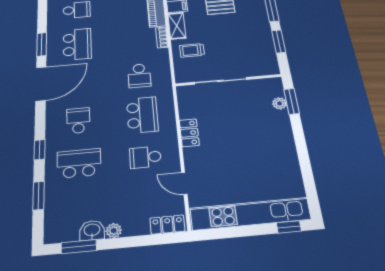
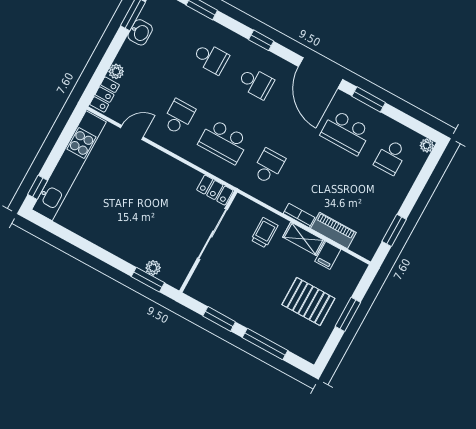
school desk: (139, 76) -> (269, 166), turned 90
locker: (189, 133) -> (215, 190), moved
window: (40, 150) -> (261, 40), moved
school desk: (79, 163) -> (211, 58), width x0.54
plant: (114, 231) -> (116, 71), moved

